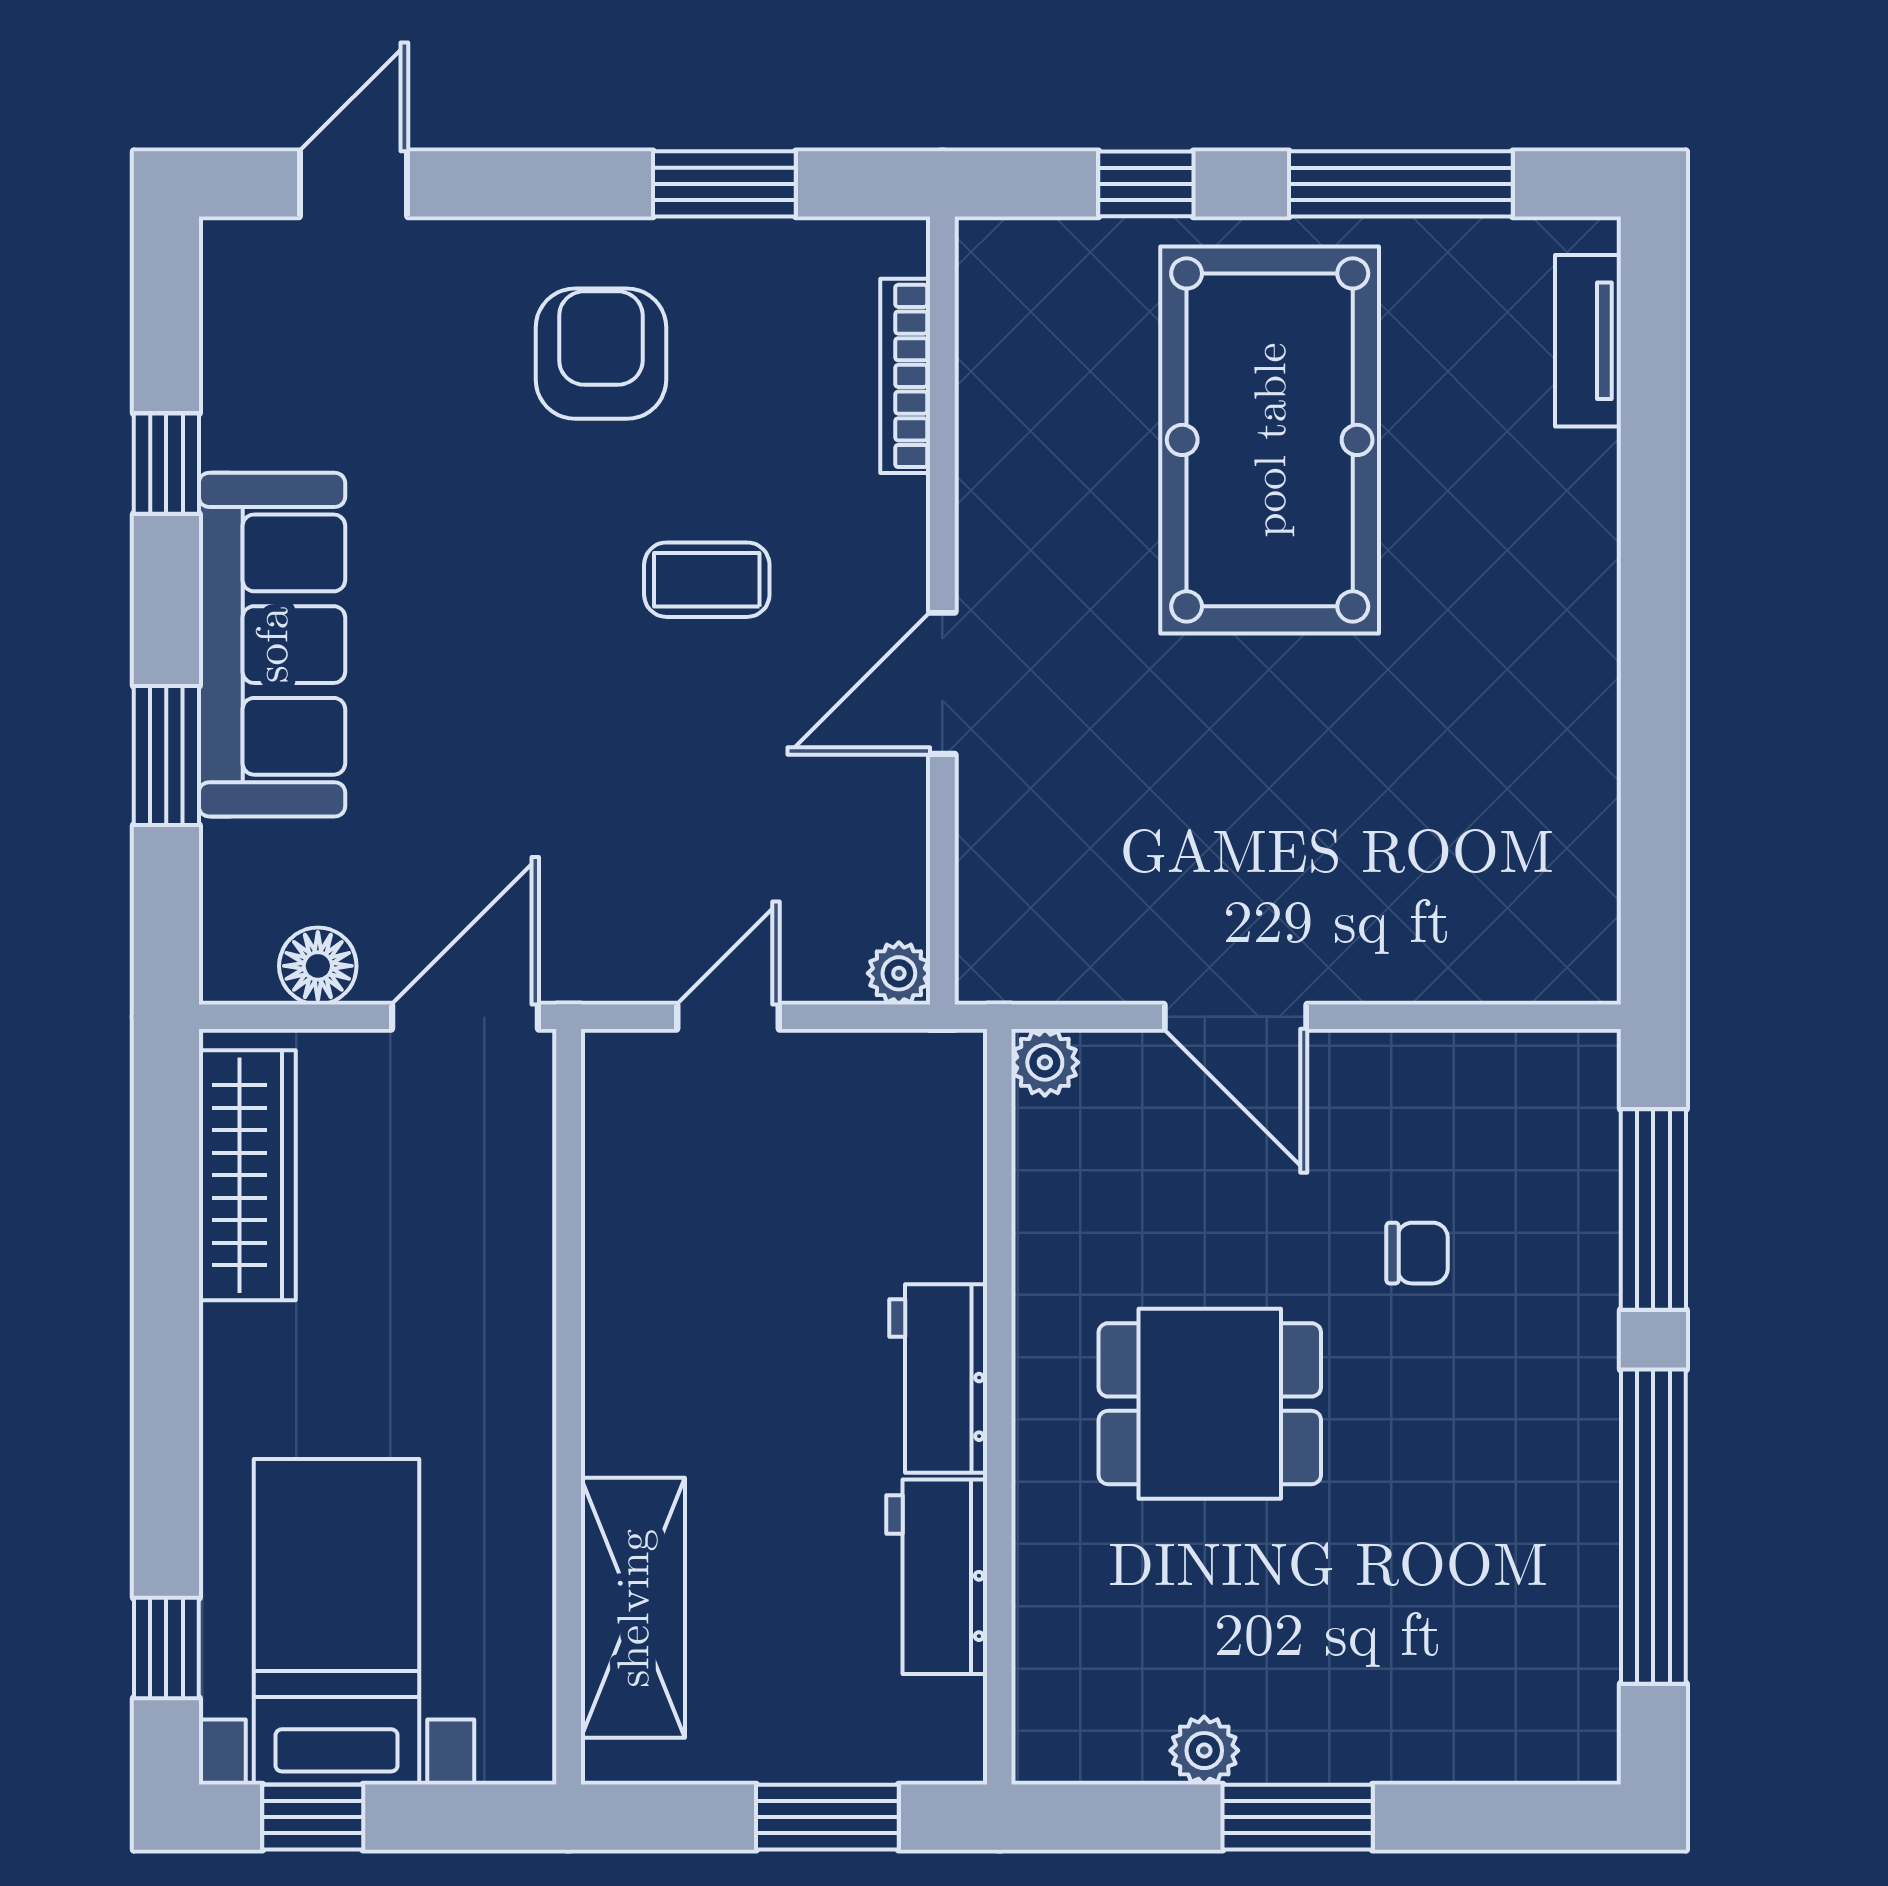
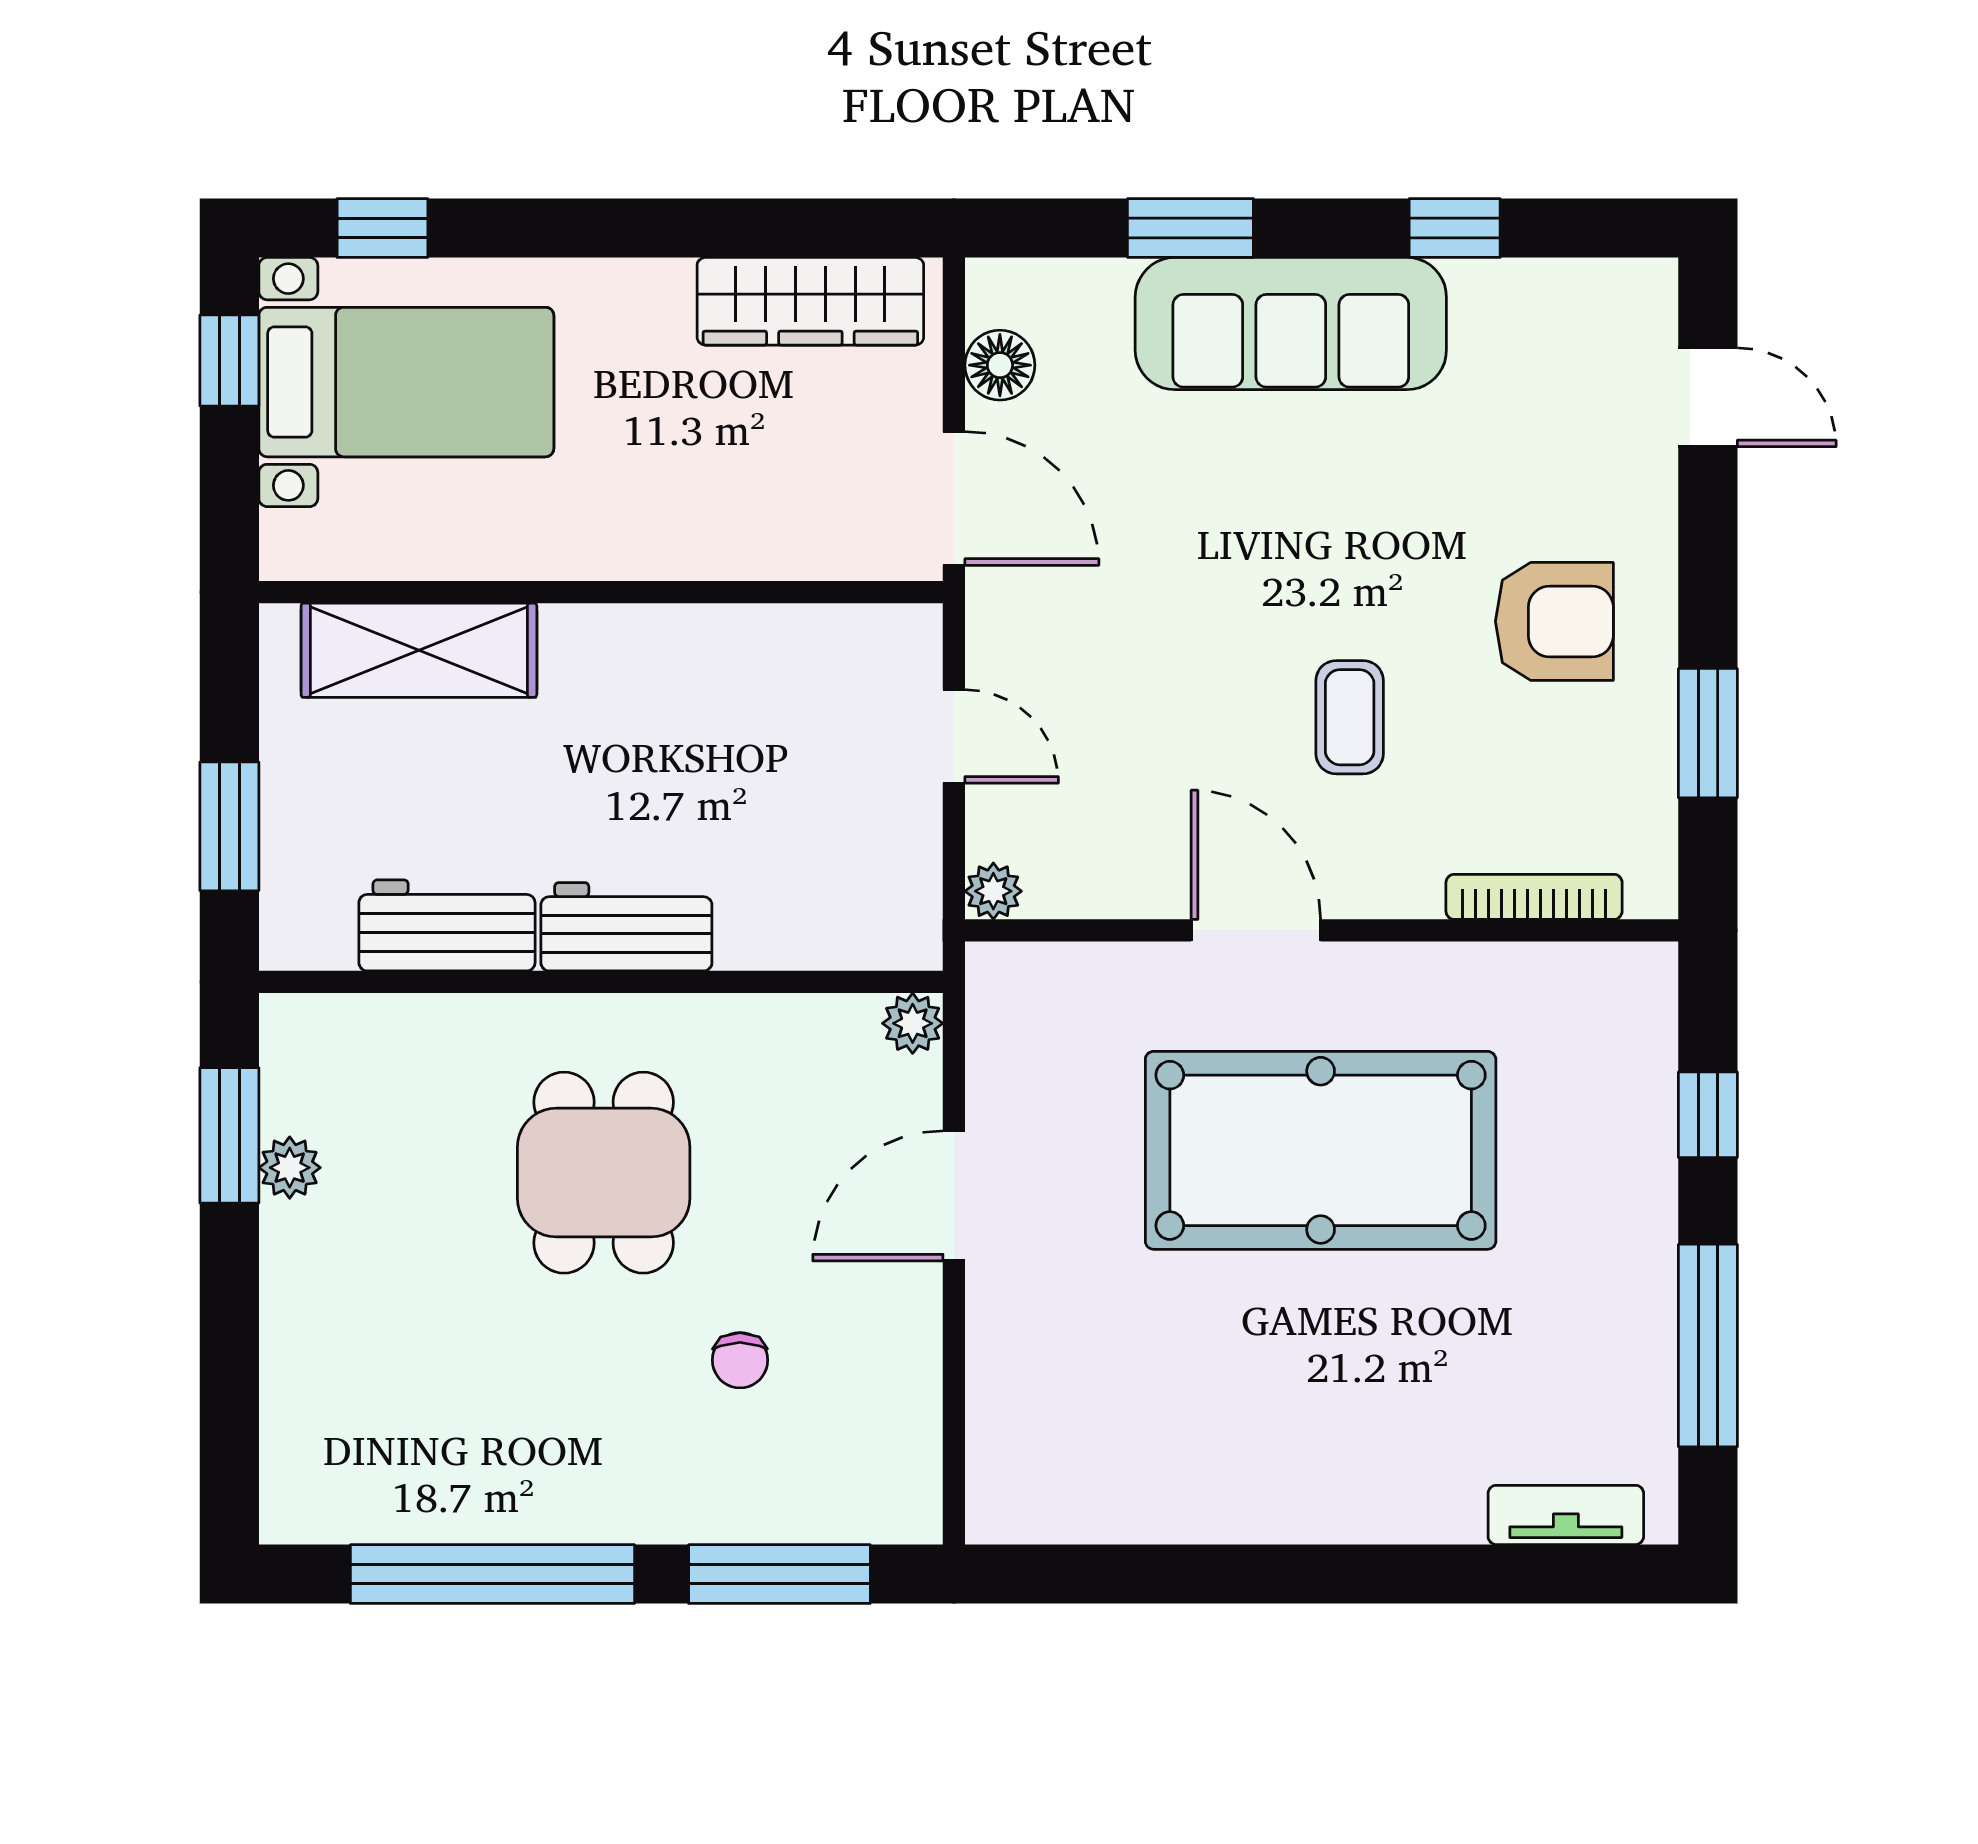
pool table: (1270, 440) -> (1321, 1150), moved
window: (1298, 1817) -> (229, 1135), moved

